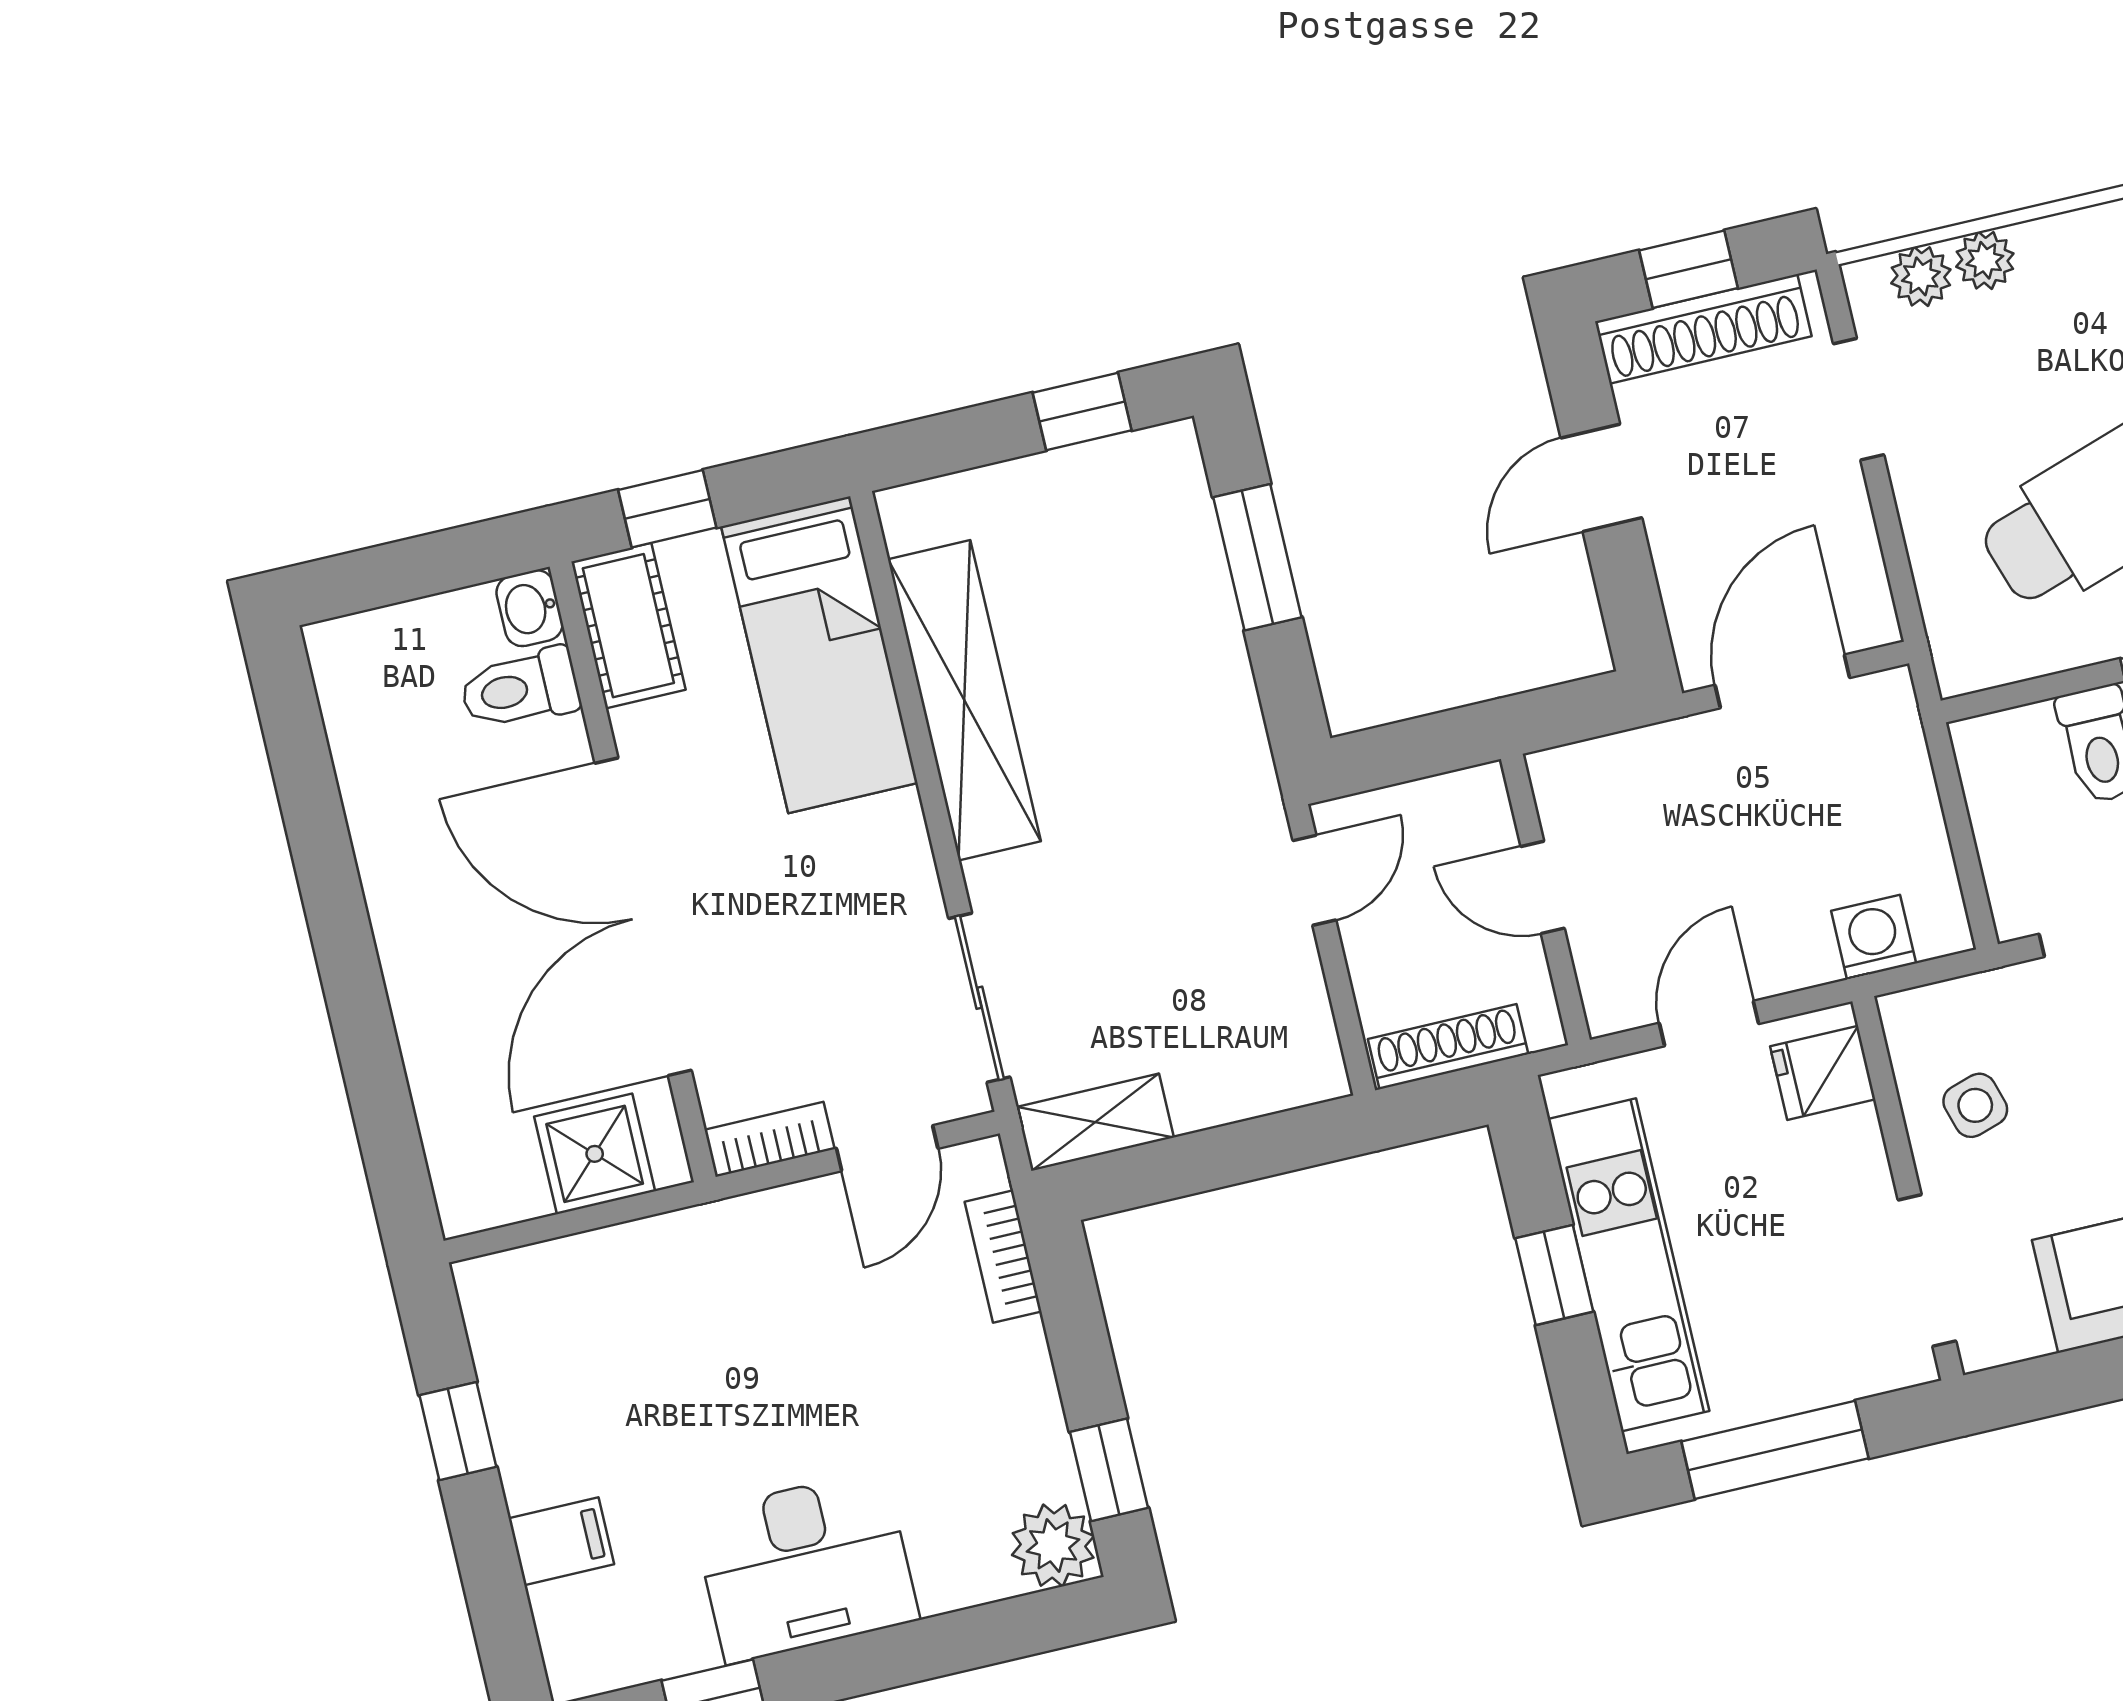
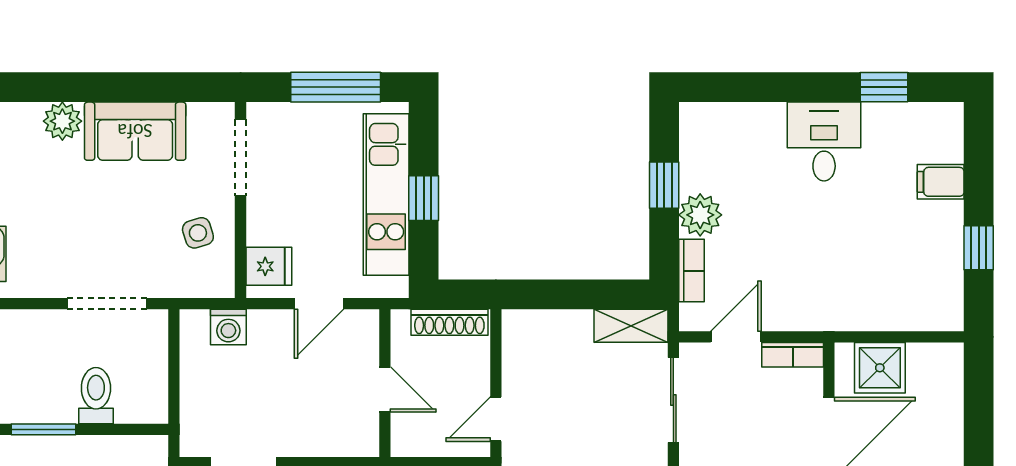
window: (1109, 1470) -> (664, 185), moved
plant: (1053, 1545) -> (700, 215), moved
desk: (805, 1566) -> (824, 142), width x0.73

